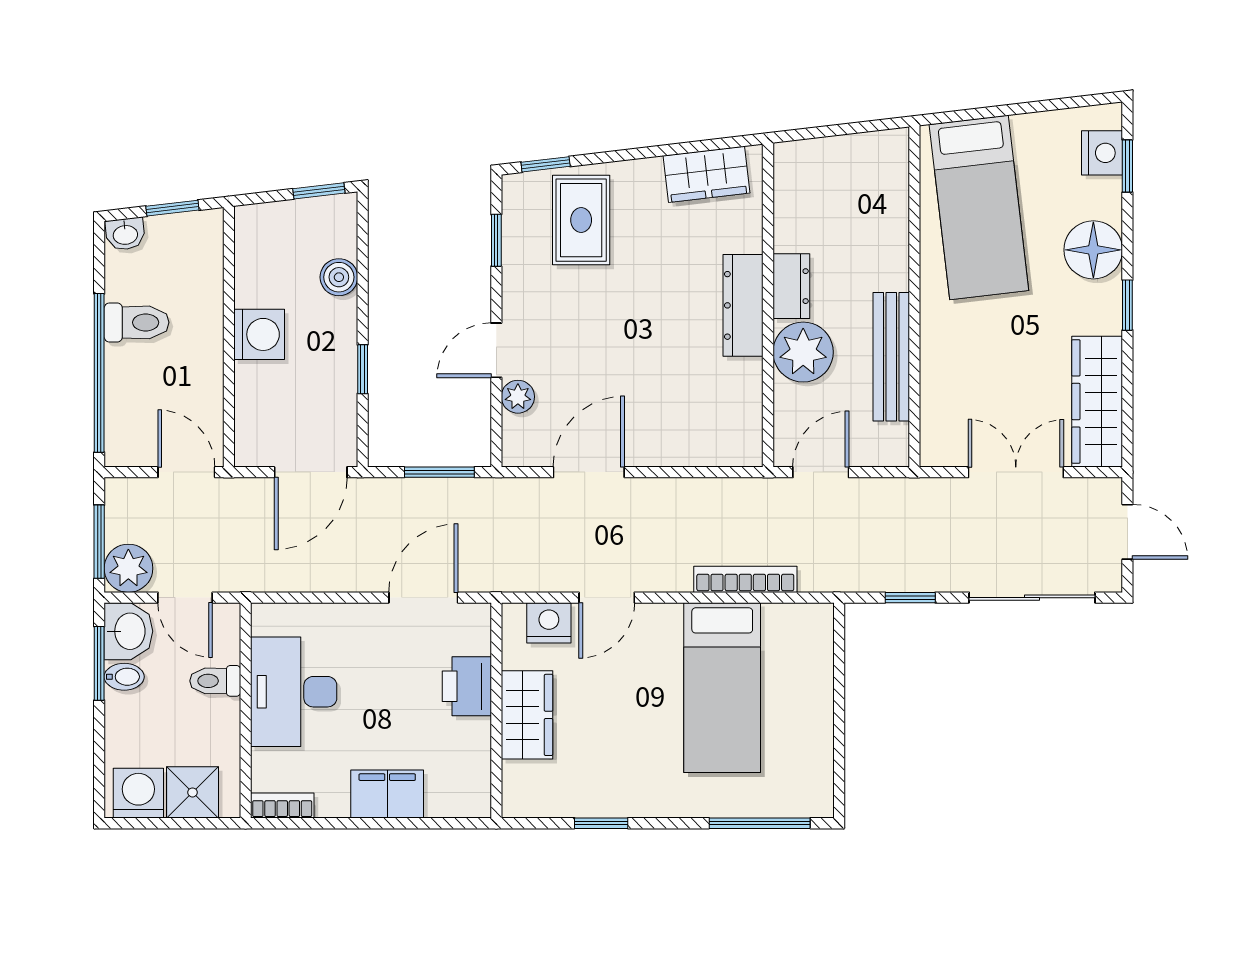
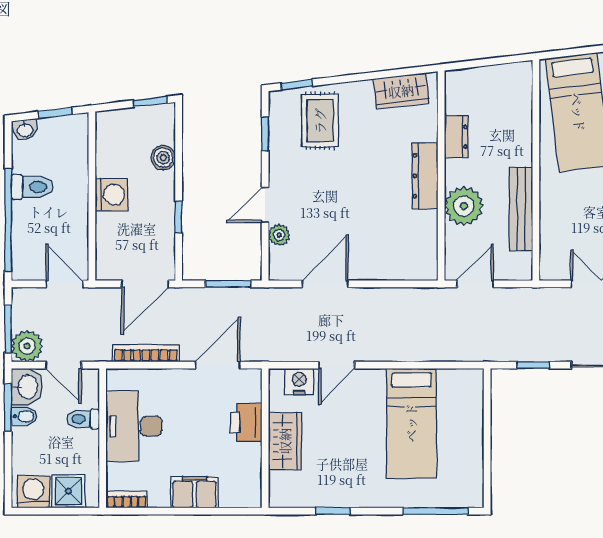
dresser: (791, 286) -> (456, 137), moved
bookcase: (745, 579) -> (146, 353), moved

